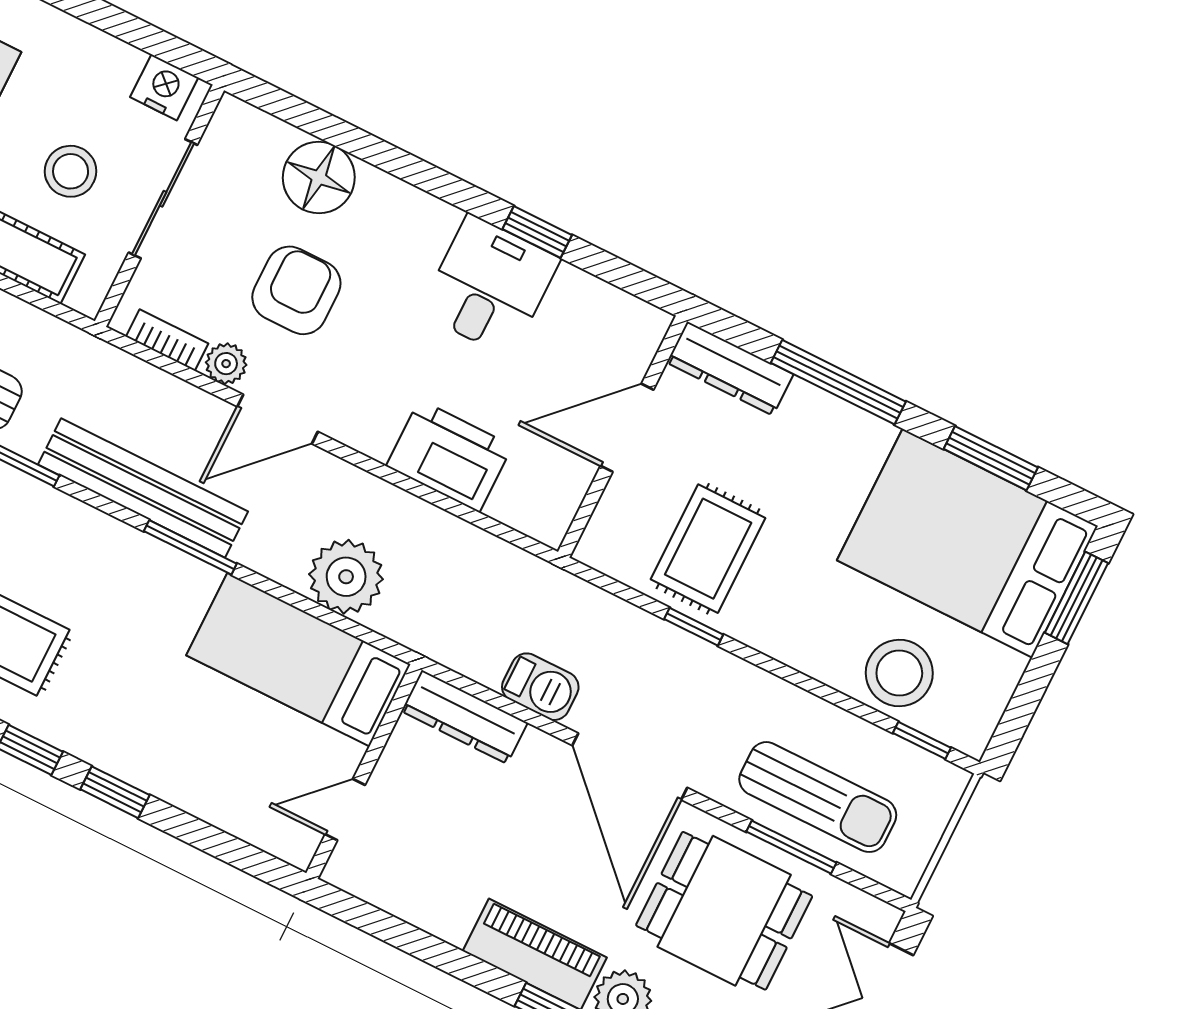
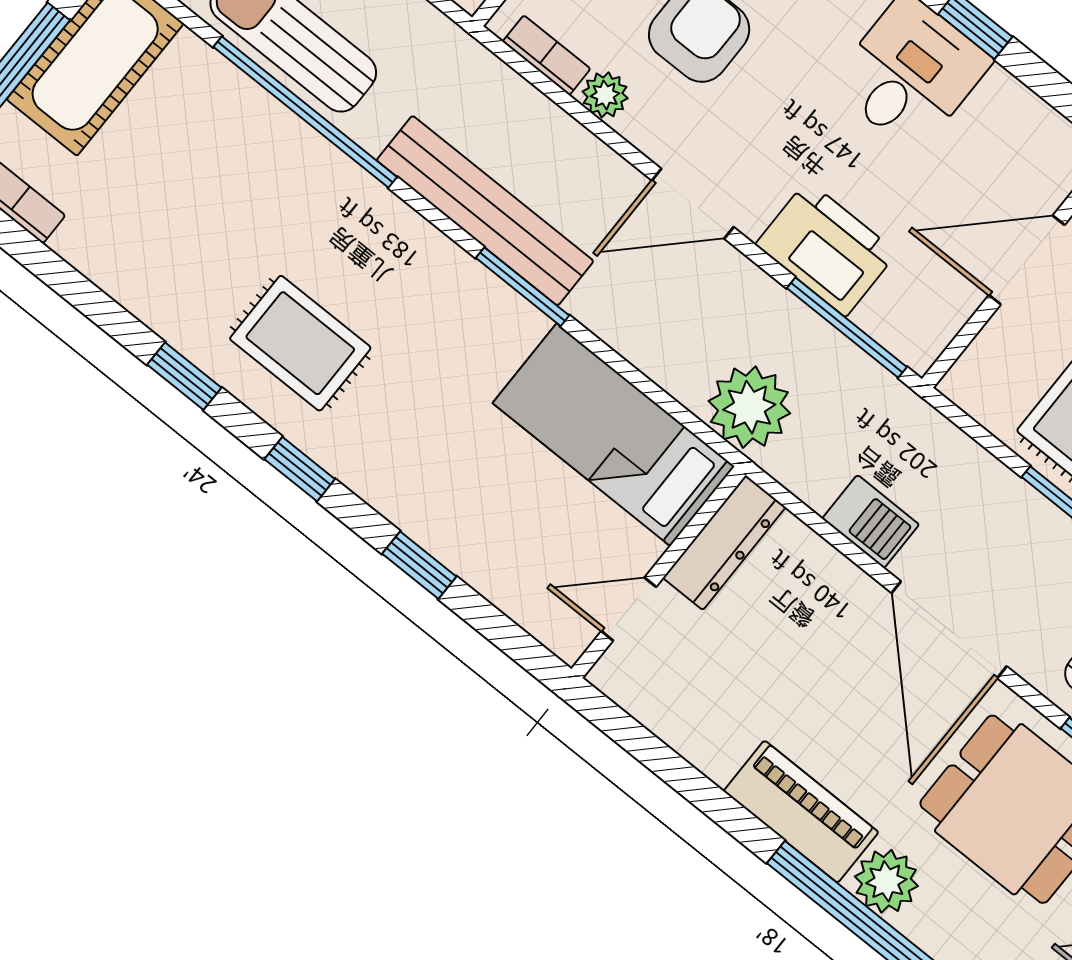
door: (278, 419) -> (693, 204), moved
window: (482, 521) -> (847, 328), added
plant: (346, 577) -> (749, 407), moved
dresser: (464, 717) -> (724, 543), moved, turned -90
window: (115, 792) -> (419, 565), moved

